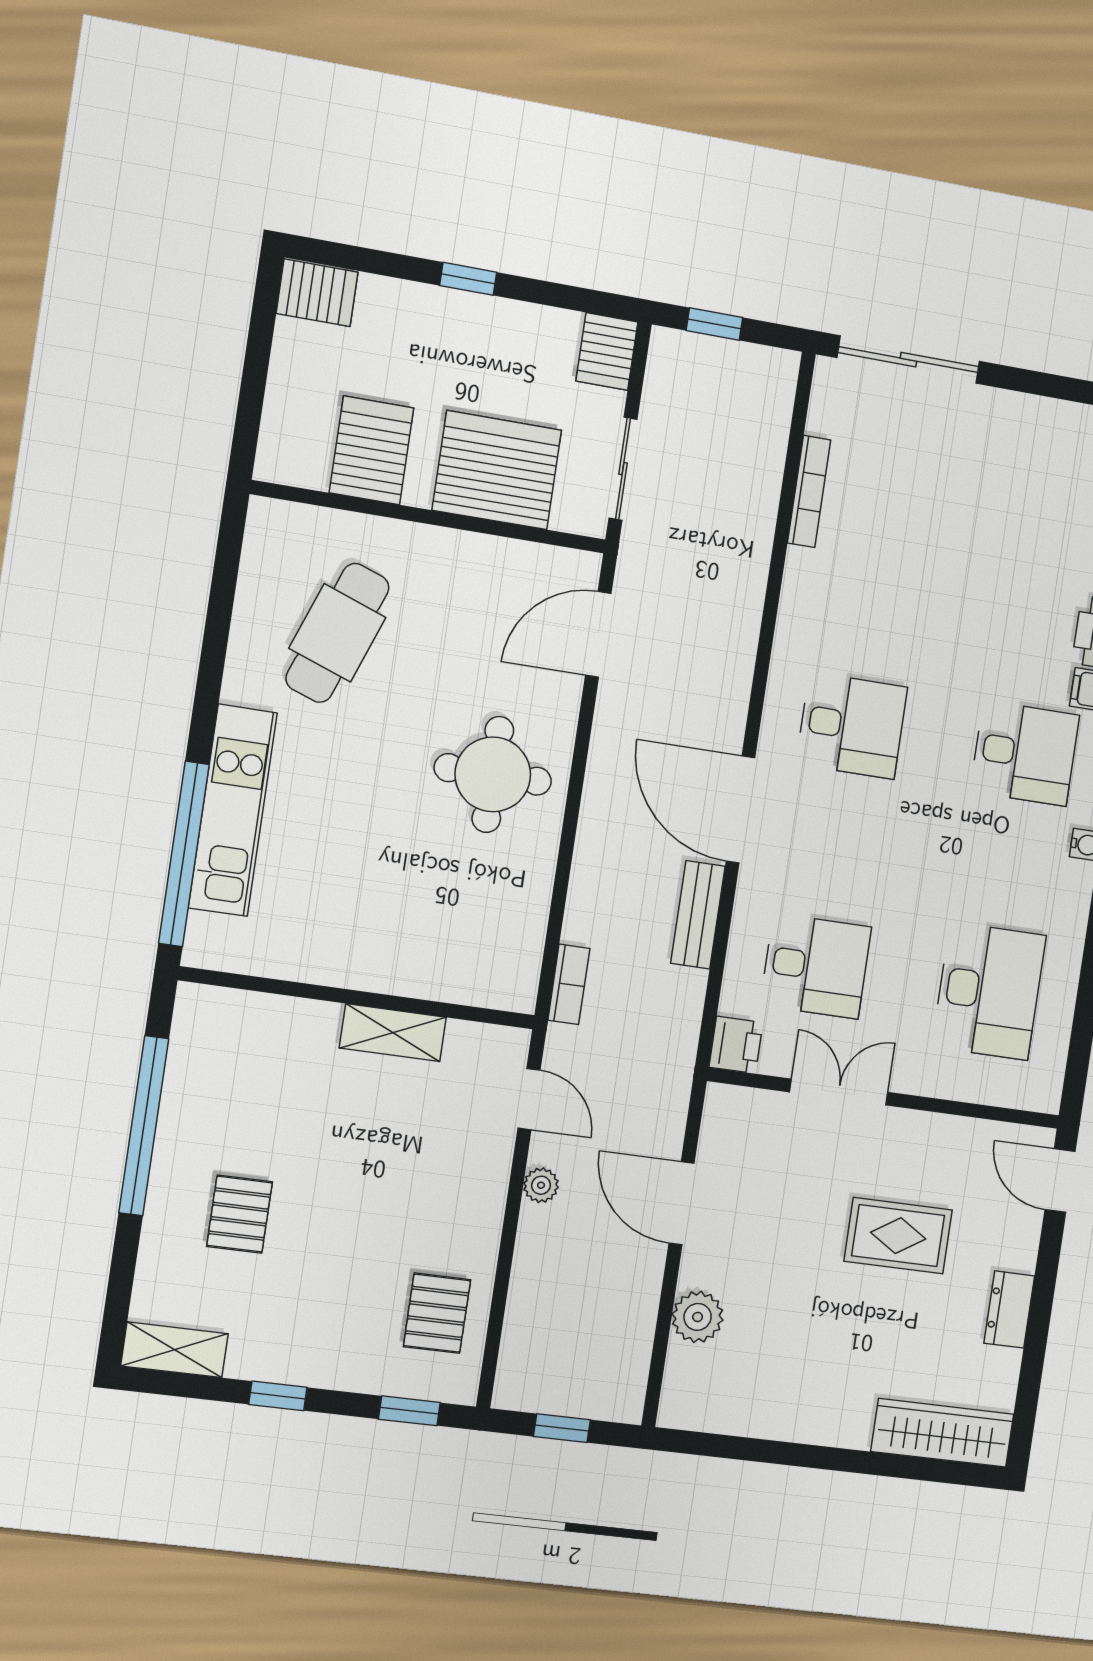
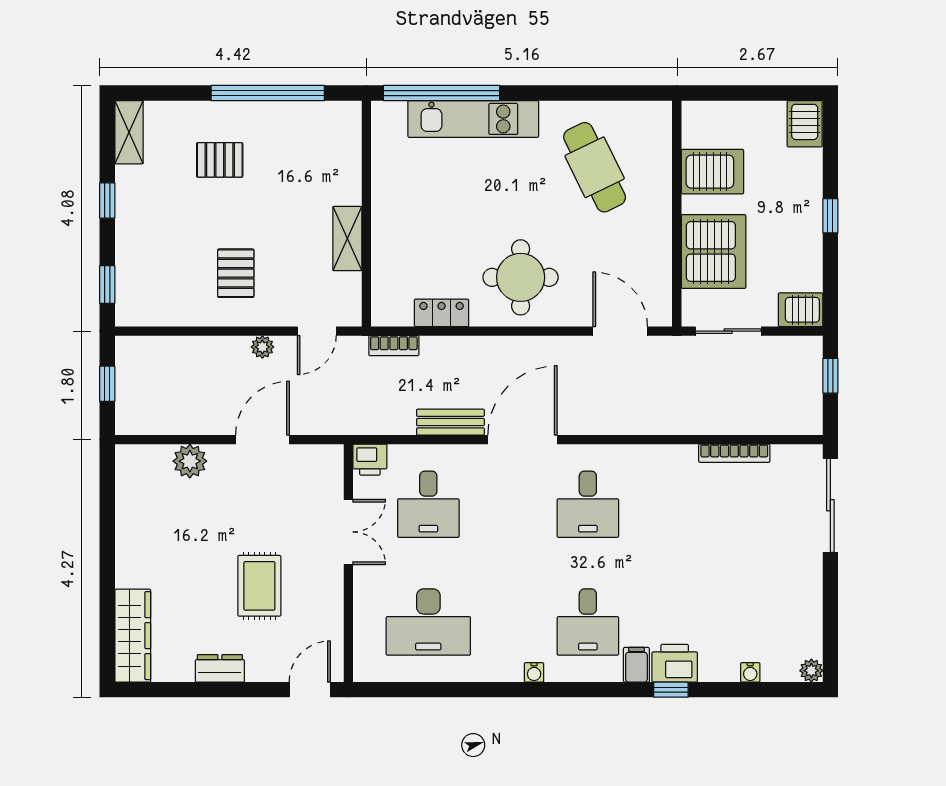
cafe table: (337, 633) -> (595, 167), turned 44
locker: (529, 904) -> (442, 313), added
pallet: (437, 1313) -> (236, 273), moved, turned 90

